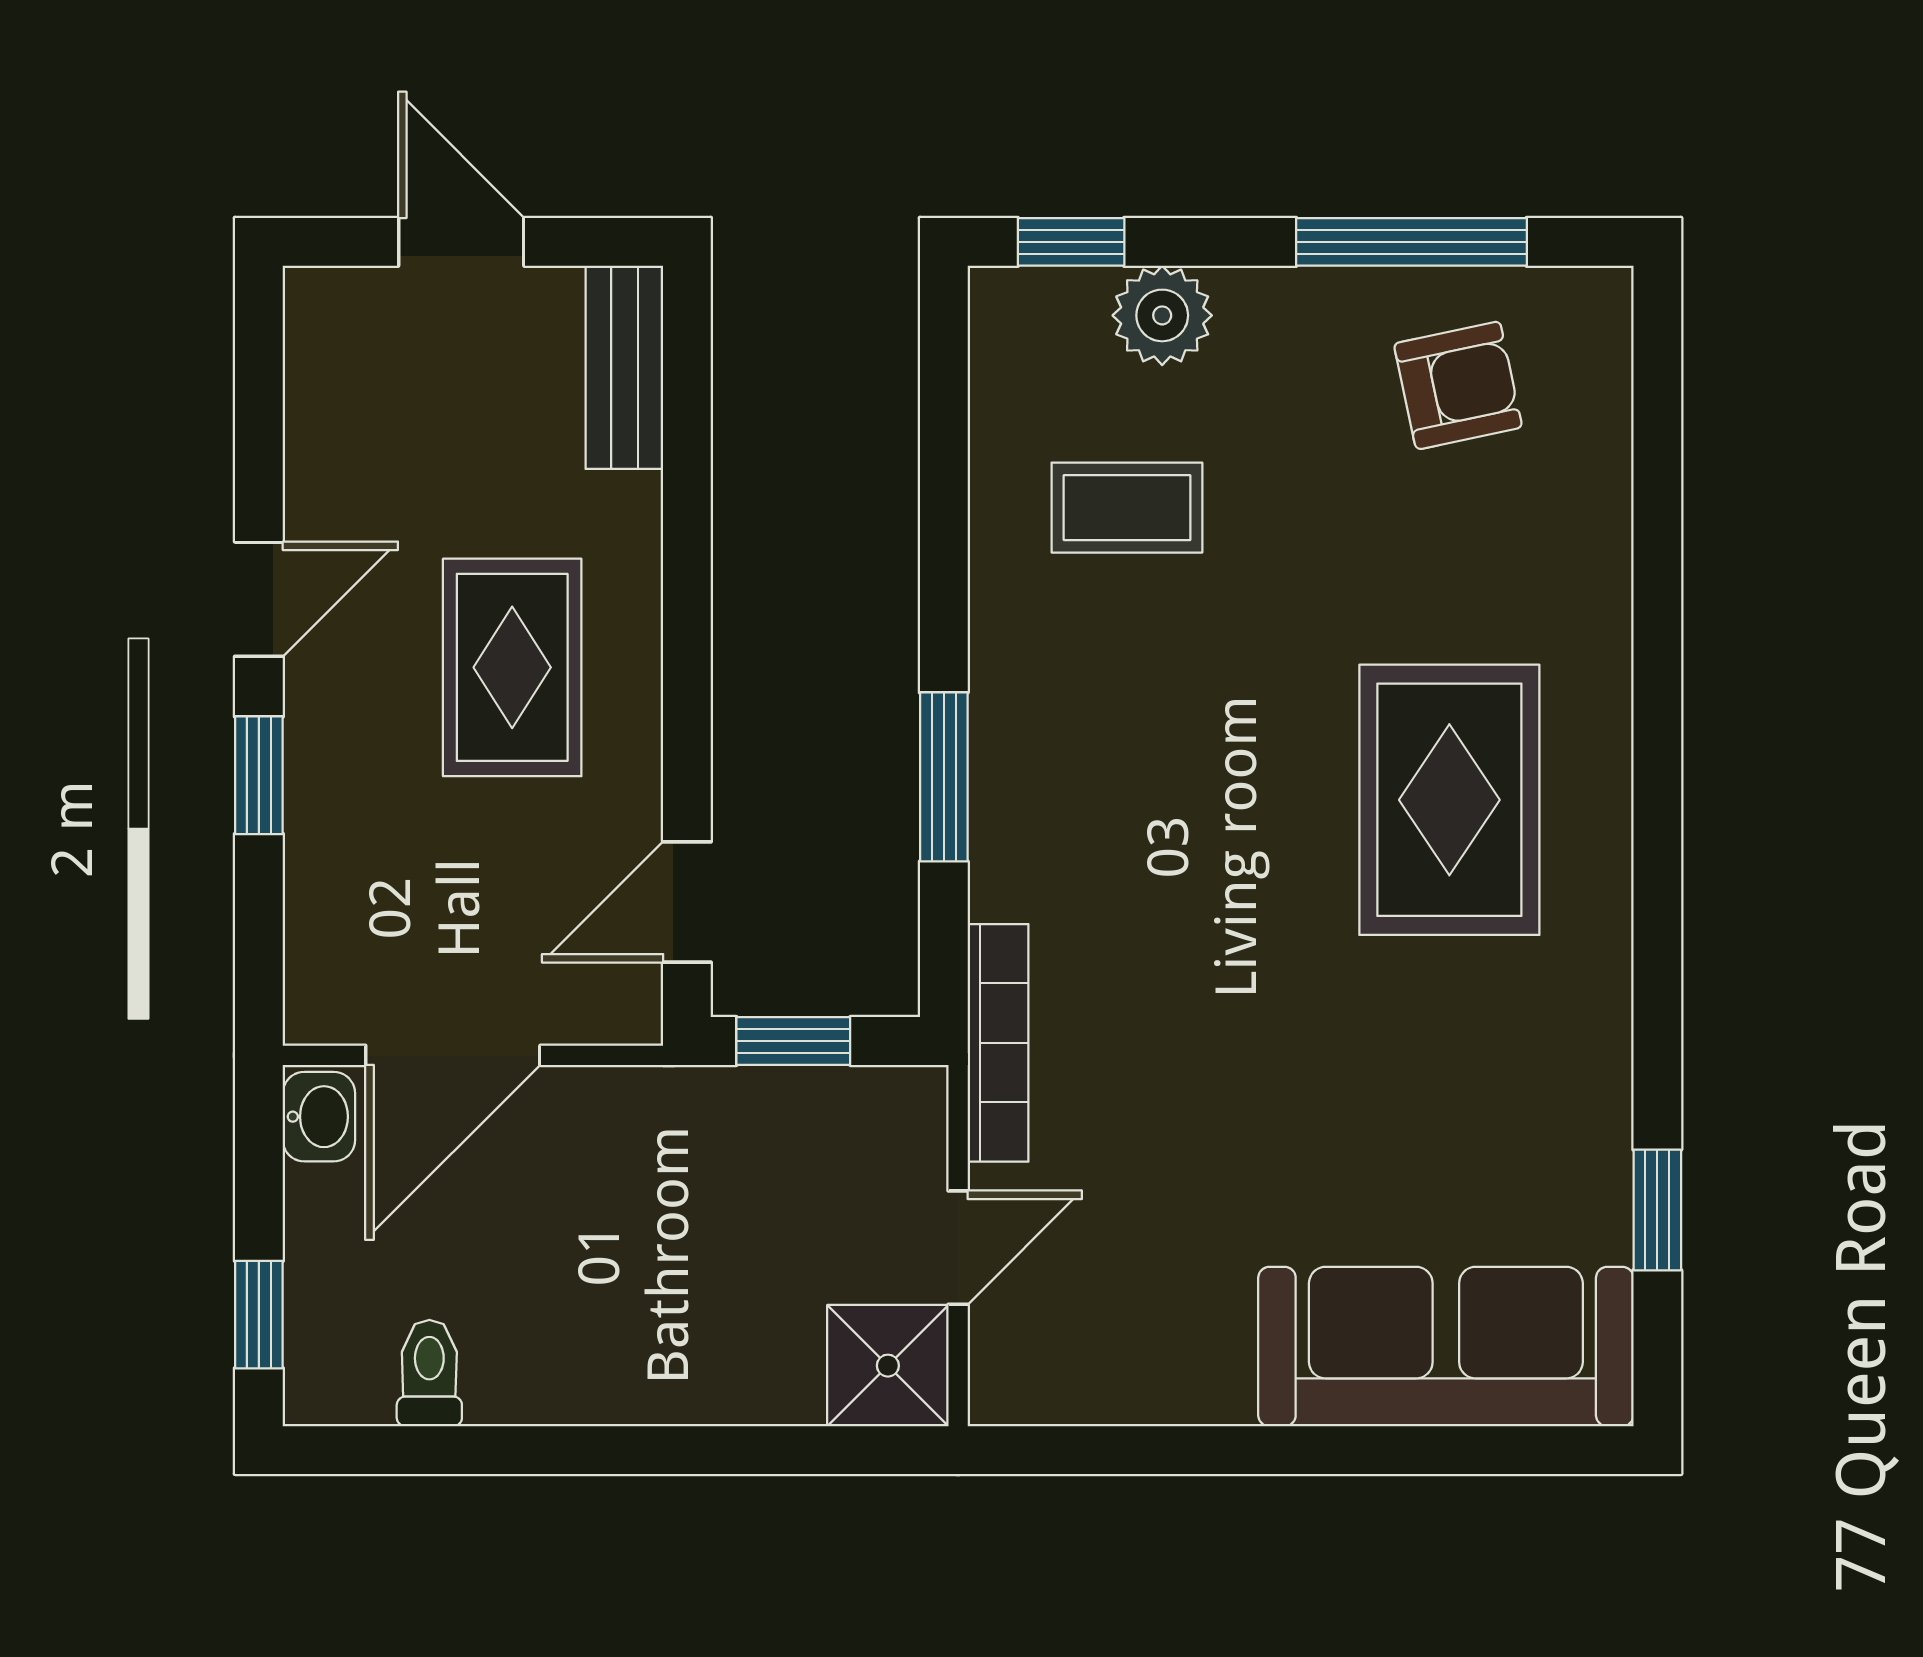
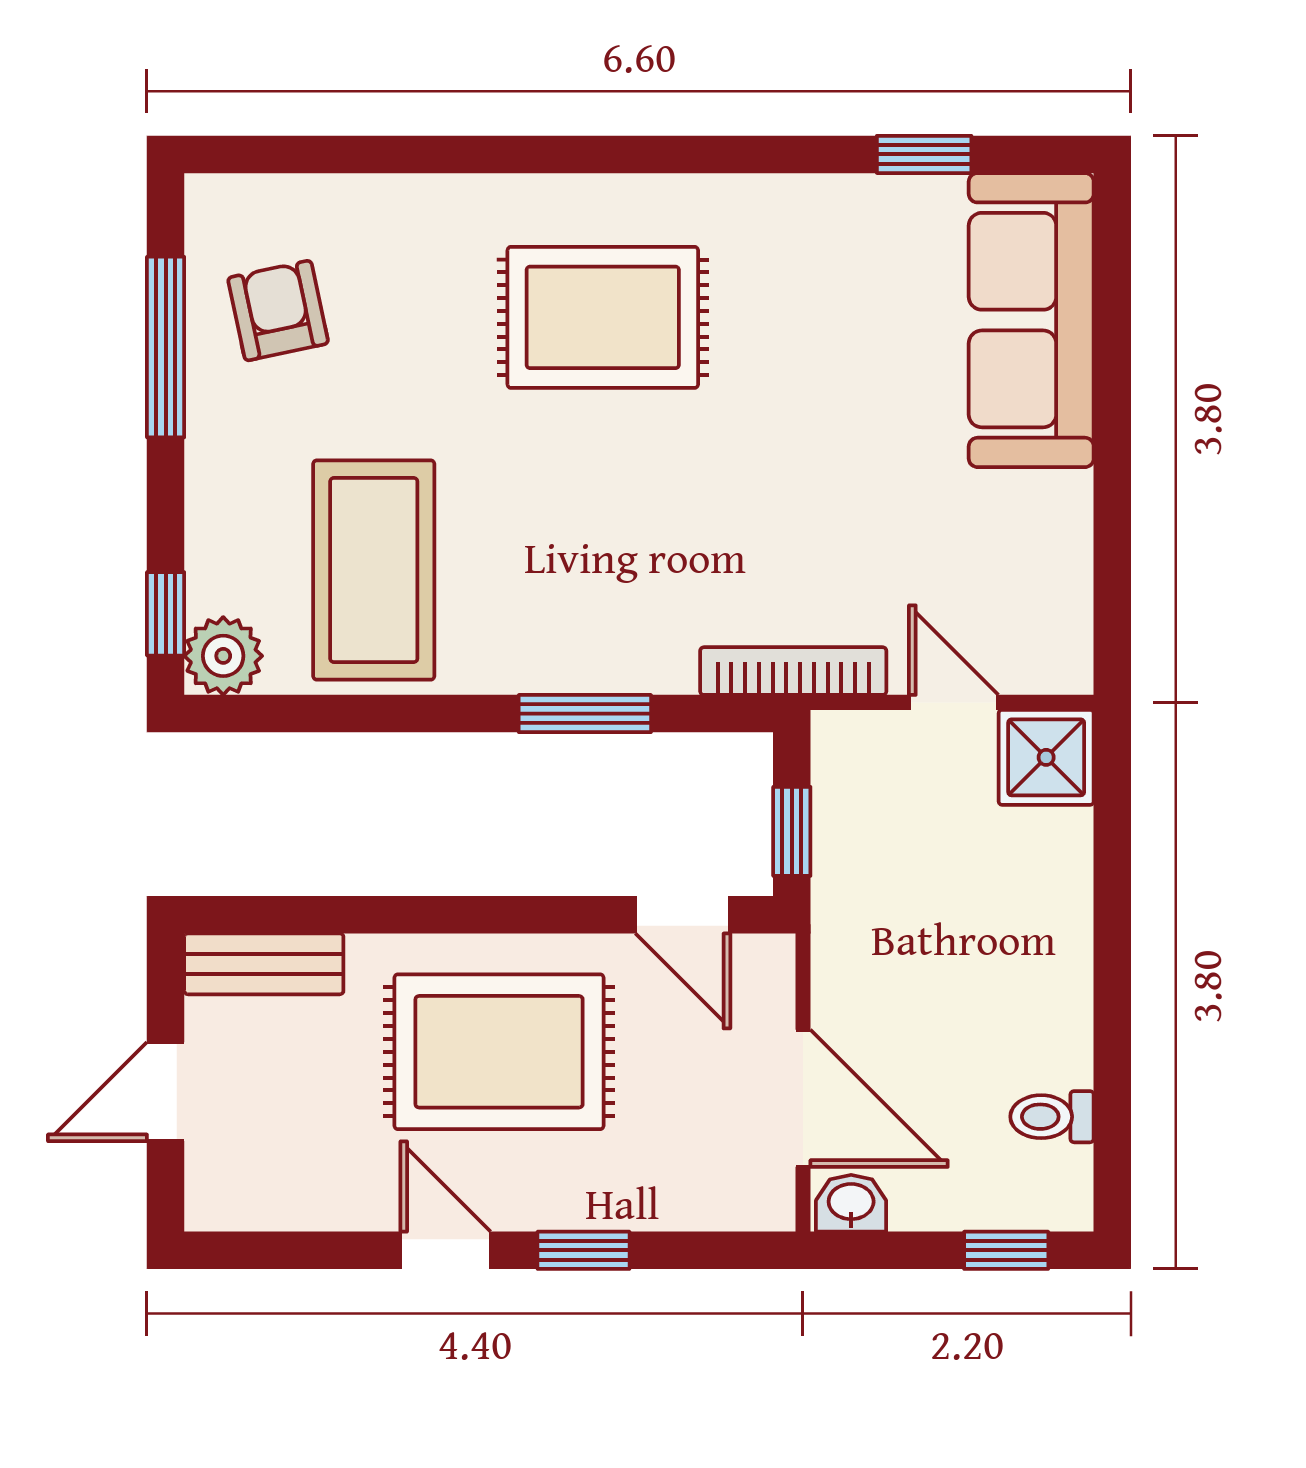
plant: (1162, 315) -> (223, 656), moved
coffee table: (1127, 508) -> (374, 570), width x1.86, depth x1.72
rug: (512, 667) -> (499, 1052), width x1.36, depth x1.43

